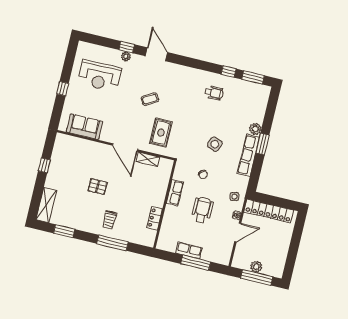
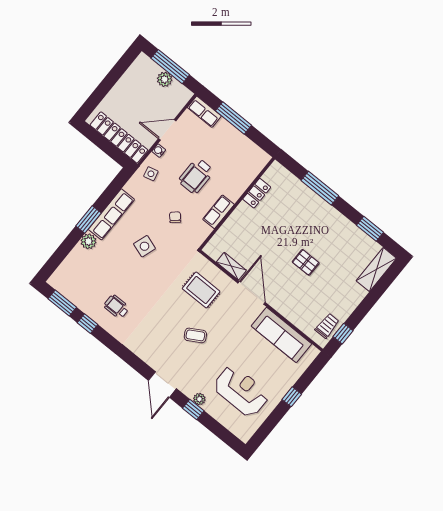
sofa: (85, 127) -> (281, 335), width x1.36
rug: (161, 133) -> (201, 290), turned 90
window: (44, 165) -> (343, 334), moved
trolley: (110, 220) -> (327, 326), moved
row of seats: (189, 250) -> (204, 112), moved

